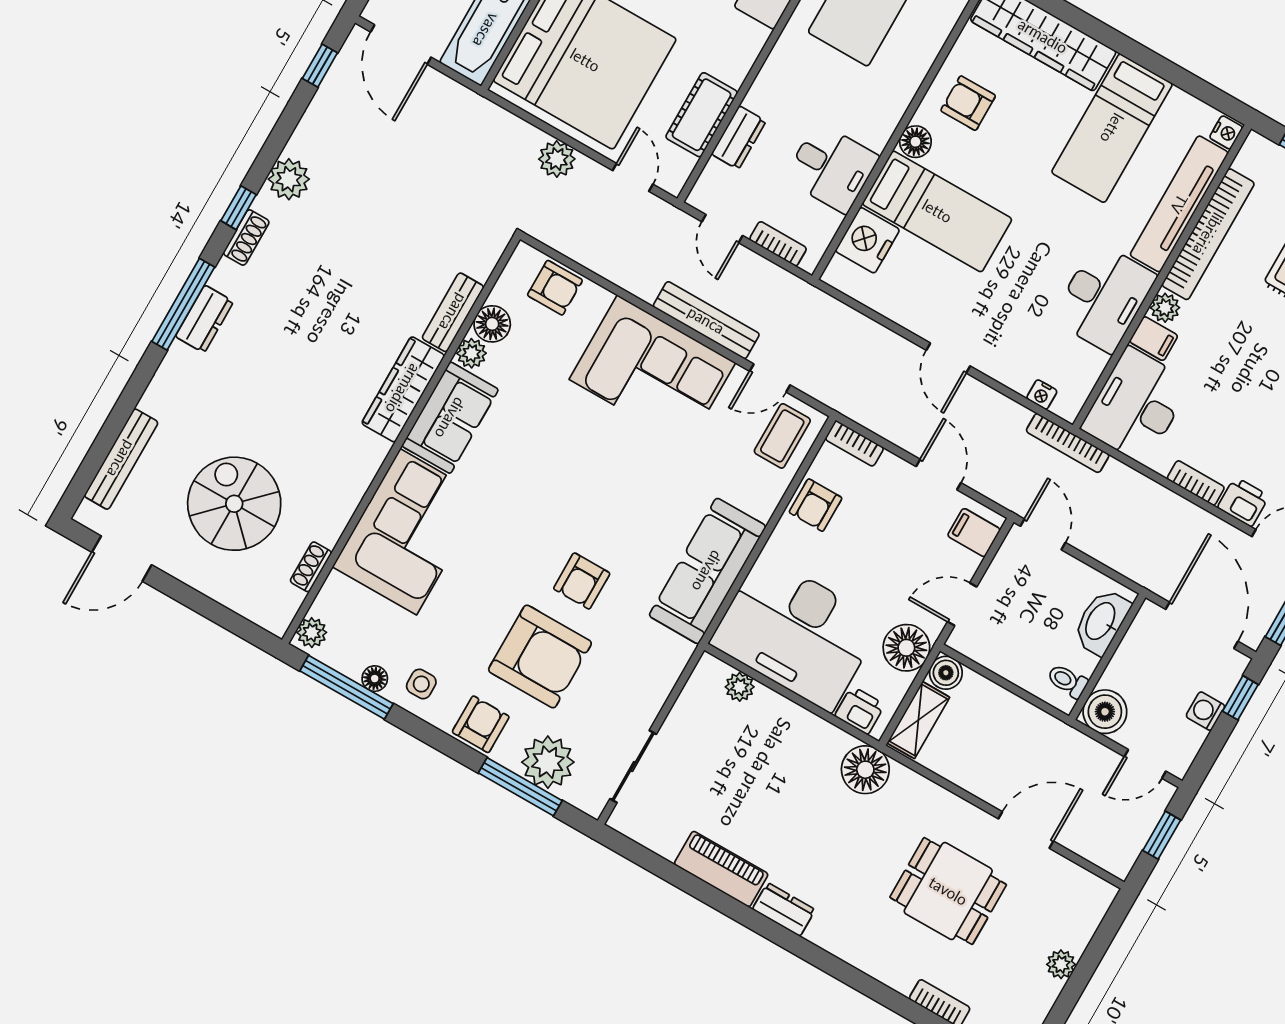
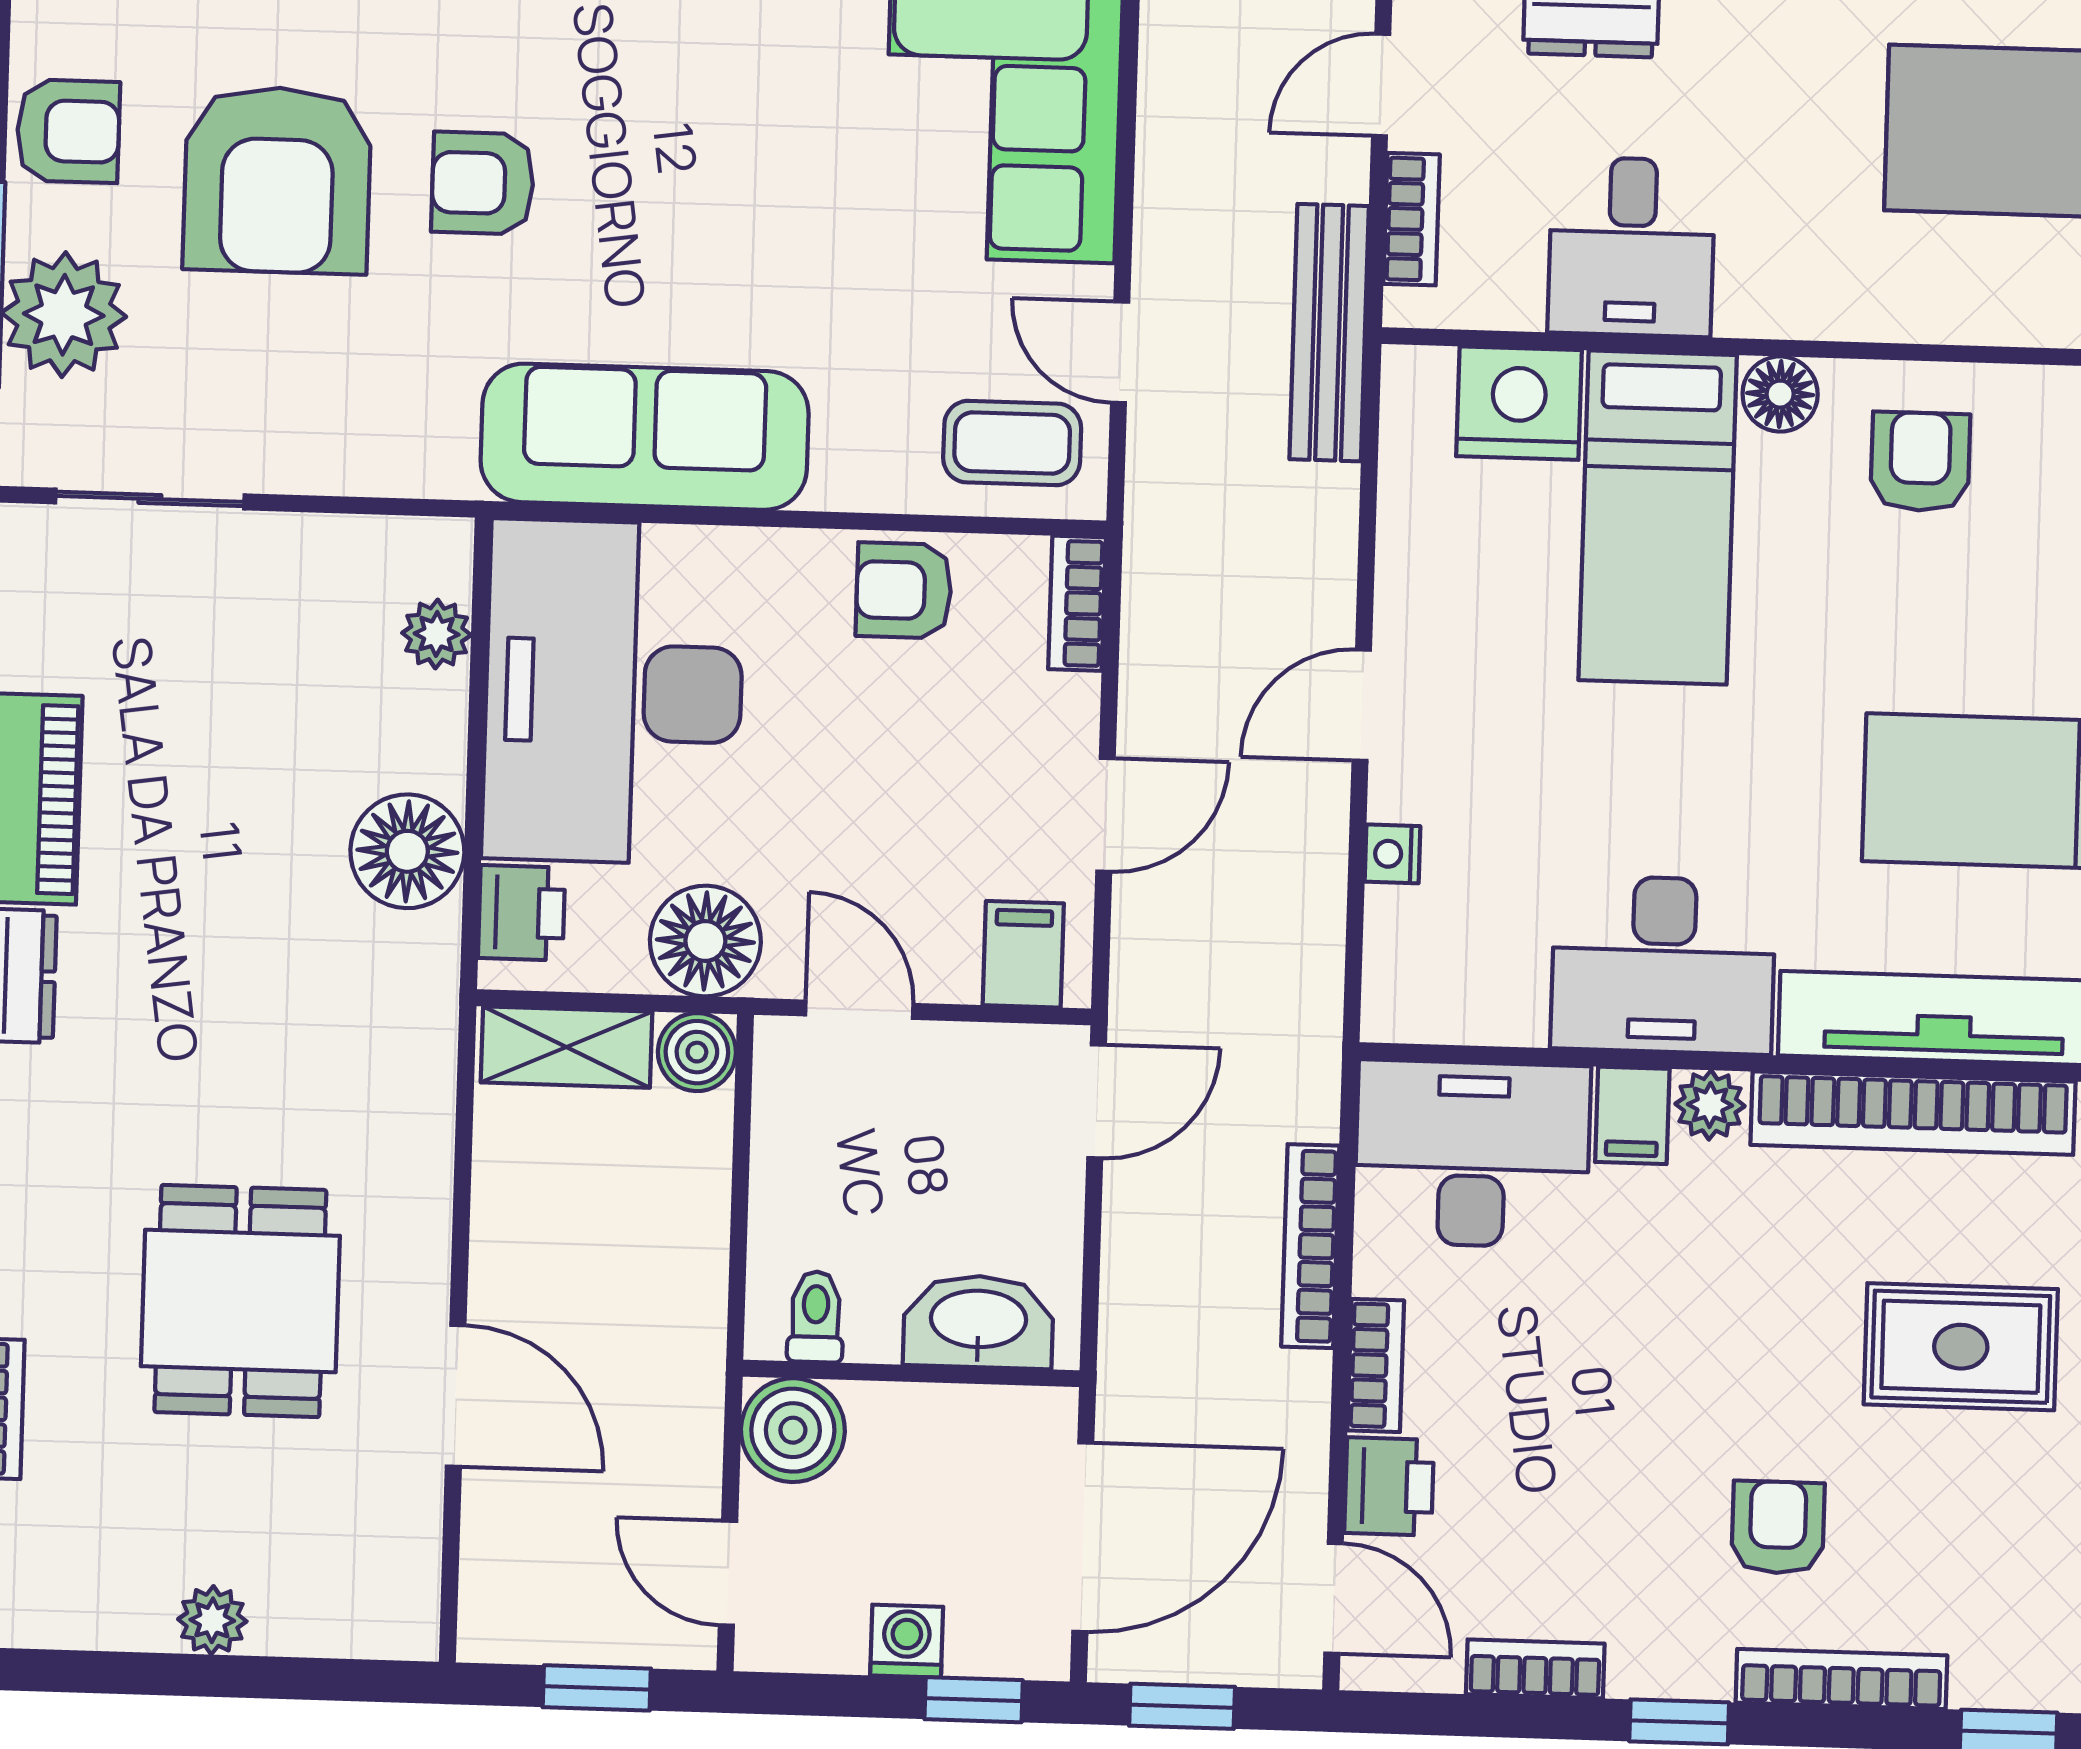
bench: (706, 320) -> (1329, 333), moved
nightstand: (1042, 395) -> (1392, 854), moved
bookcase: (1068, 443) -> (1310, 1246), moved
floor lamp: (865, 770) -> (407, 851), moved

